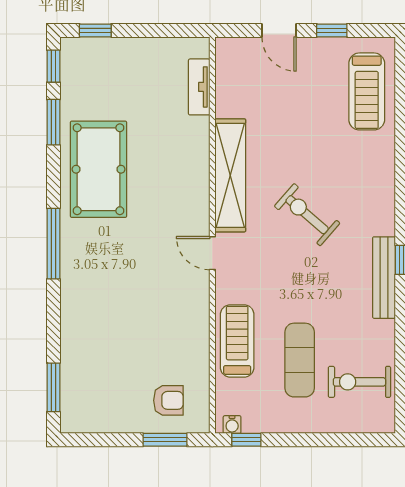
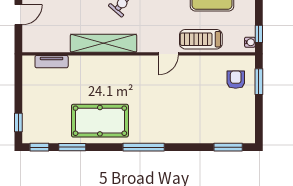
door: (212, 253) -> (168, 54), moved

